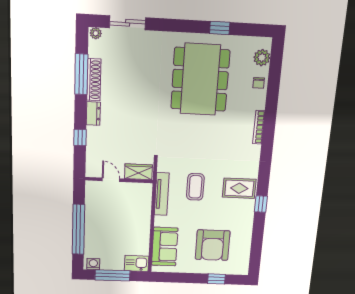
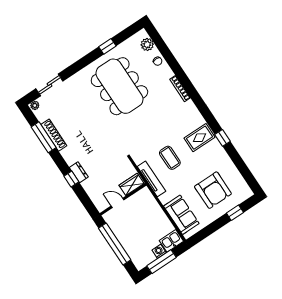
dresser: (93, 113) -> (79, 172), moved
wardrobe: (138, 172) -> (132, 184), moved
door: (111, 180) -> (118, 203), moved
wall: (119, 180) -> (123, 199), moved
washing machine: (93, 264) -> (159, 251), moved

